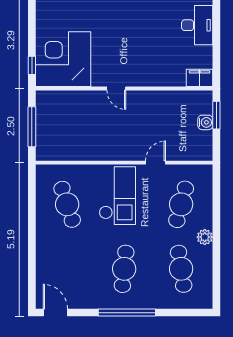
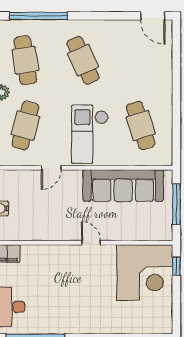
sofa: (85, 145) -> (123, 186), added
cafe table: (124, 269) -> (83, 60), turned -30
window: (127, 313) -> (38, 16), moved

